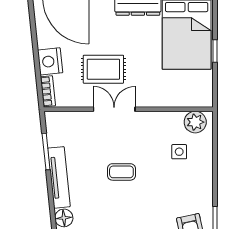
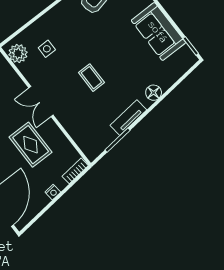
nightstand: (50, 61) -> (53, 192), width x0.53, depth x0.56
double door: (114, 109) -> (41, 102), moved
tv unit: (59, 177) -> (128, 118), width x0.71

